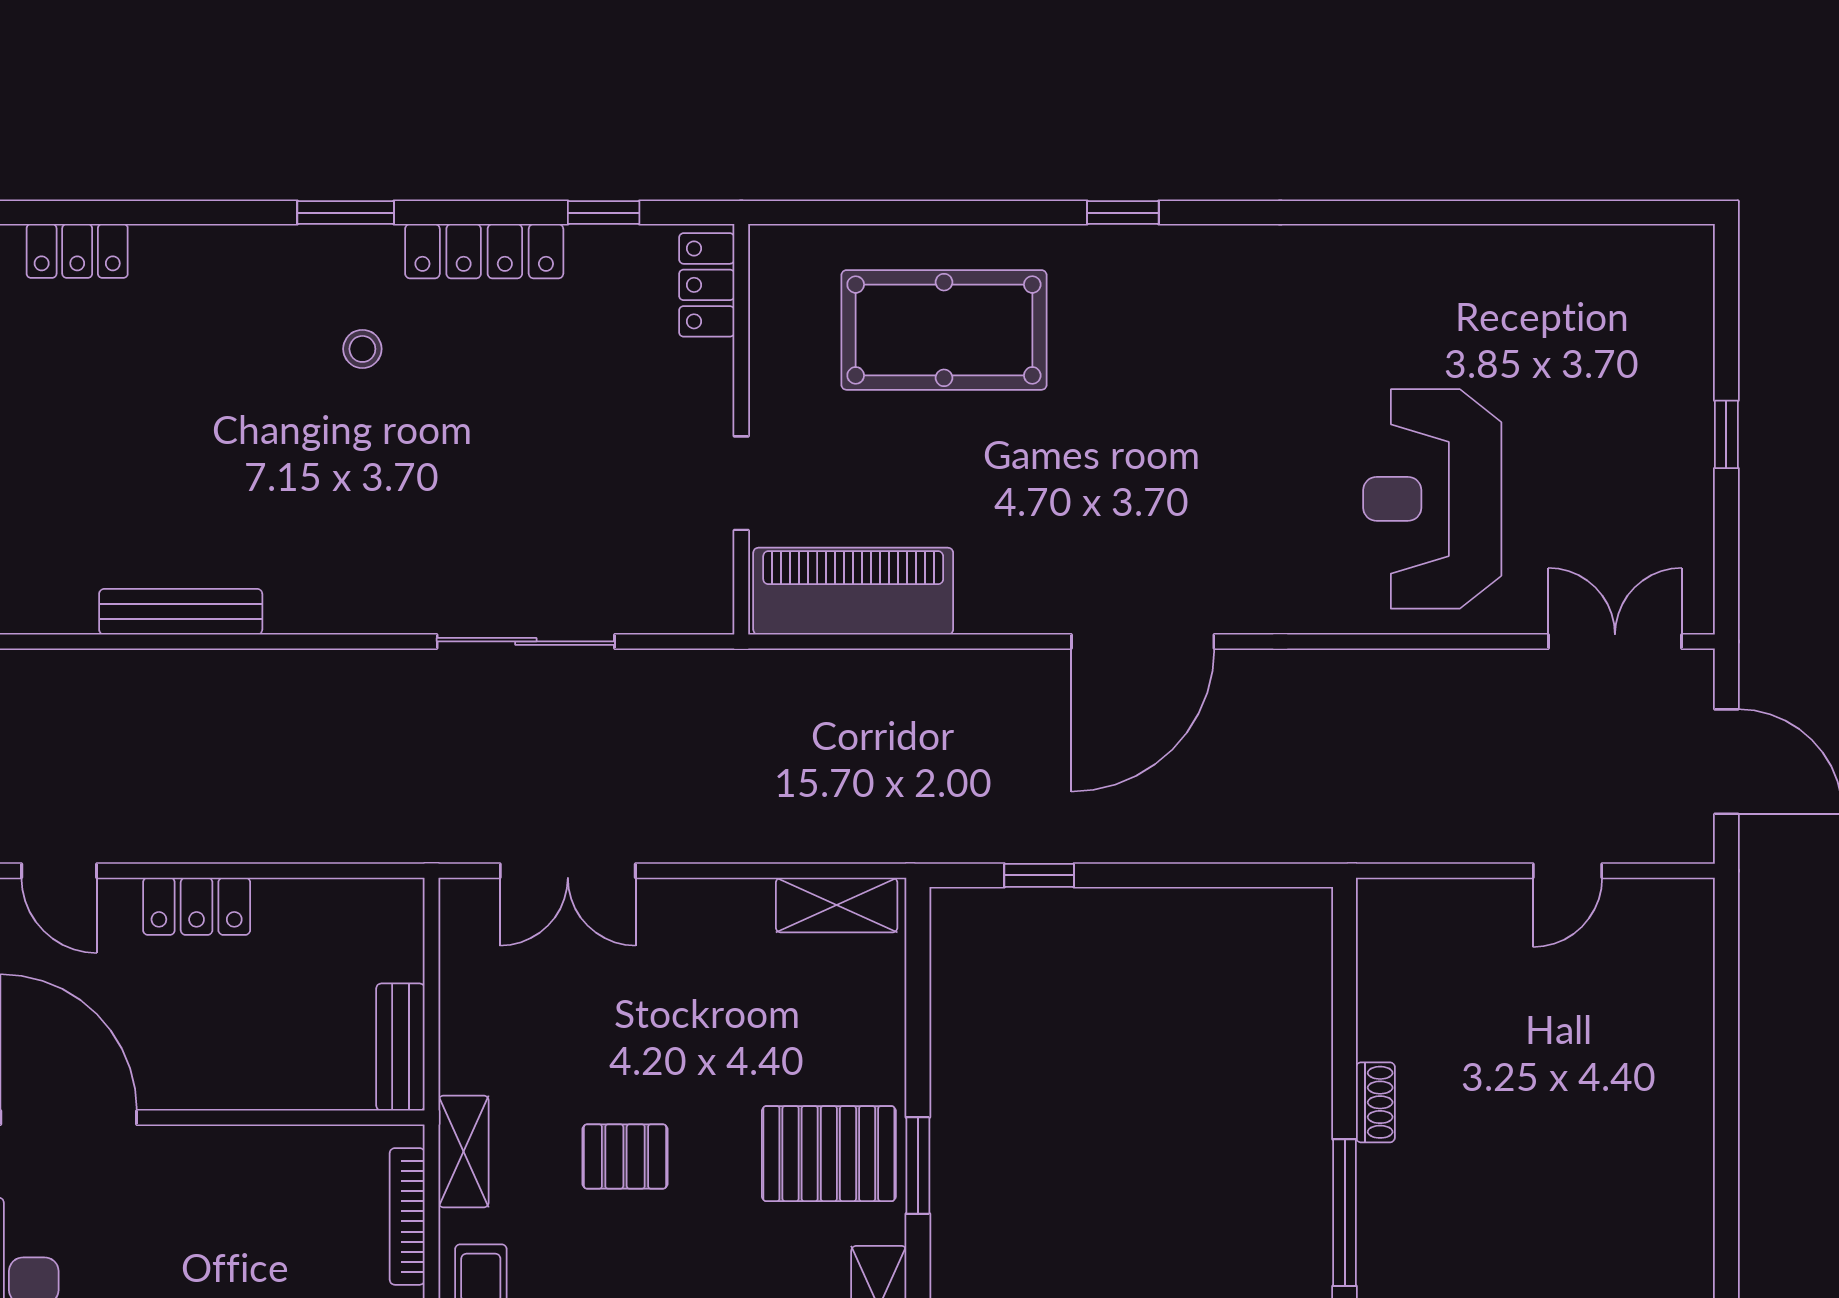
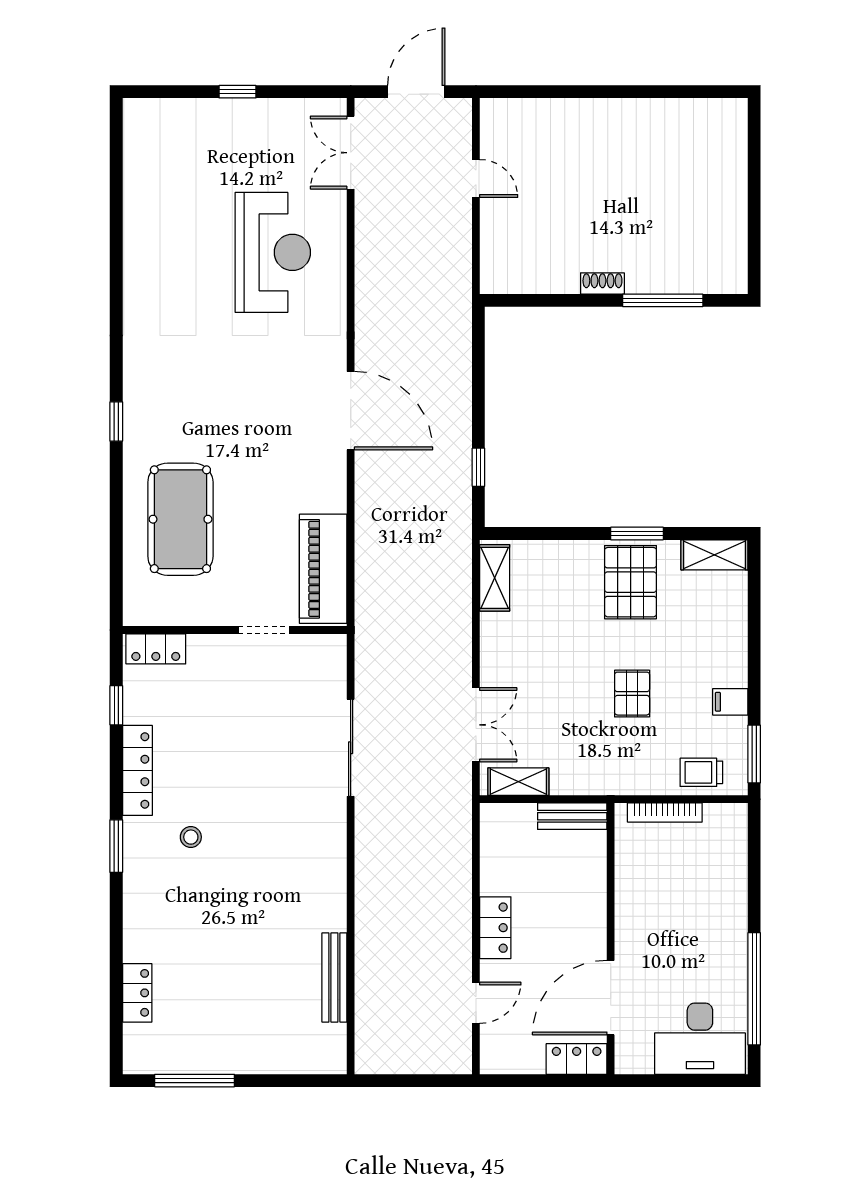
reception desk: (1432, 499) -> (273, 252), turned -90
bench: (181, 612) -> (334, 978), moved
shelving: (464, 1152) -> (518, 782), moved

